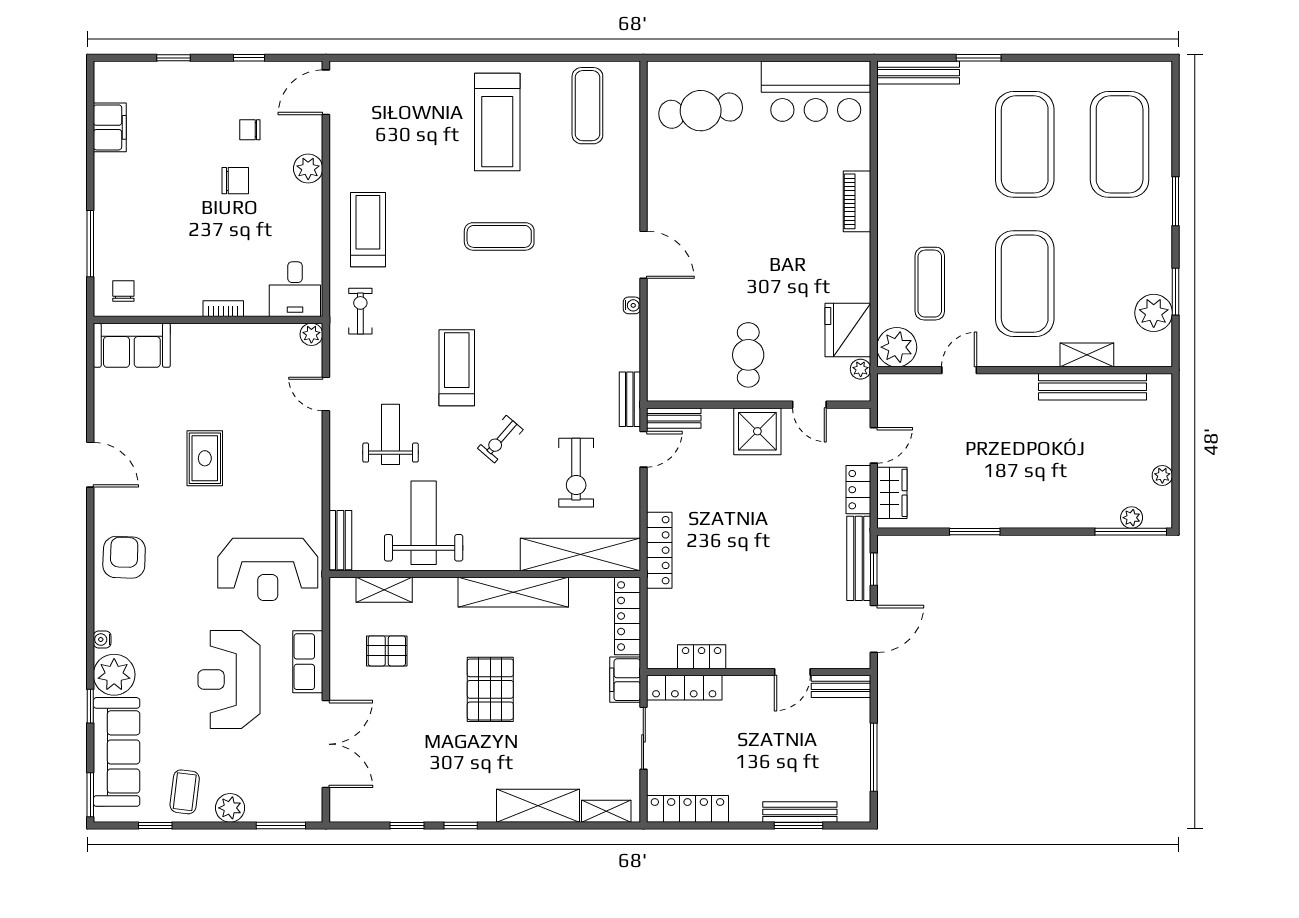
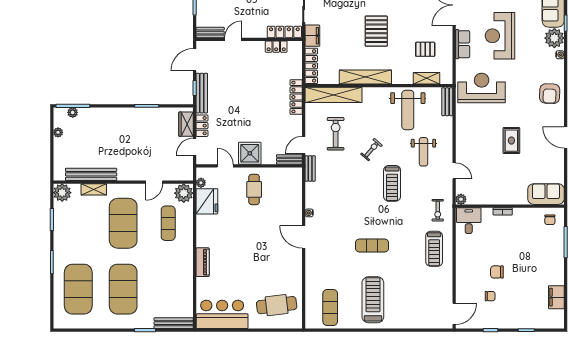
plant: (308, 169) -> (462, 278), removed
plant: (1154, 313) -> (62, 193), moved
reception desk: (229, 680) -> (500, 36), turned 180

